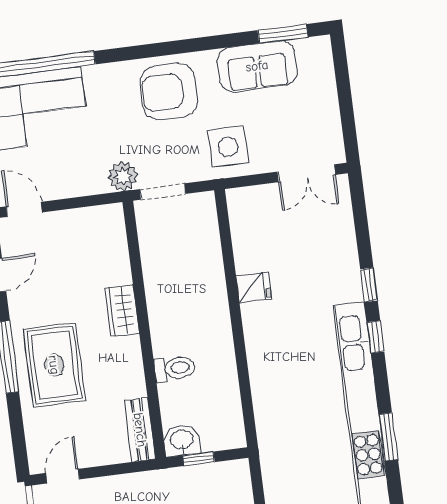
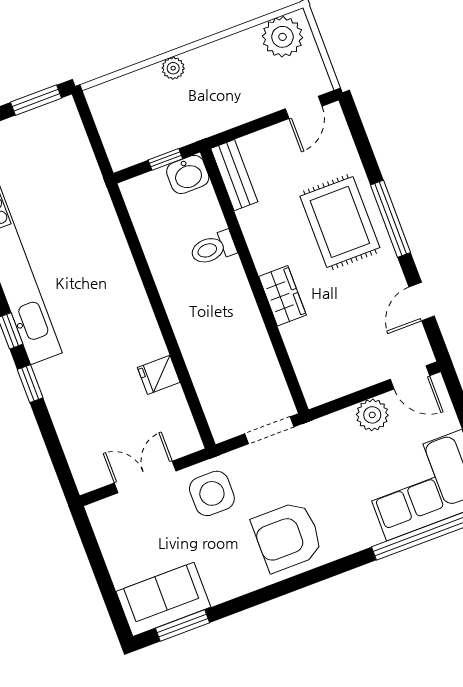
sofa: (257, 66) -> (163, 599), moved
armchair: (169, 92) -> (287, 537), turned 180
double door: (307, 173) -> (145, 477), moved
plant: (123, 176) -> (372, 415), moved
fridge: (254, 287) -> (159, 375), moved

